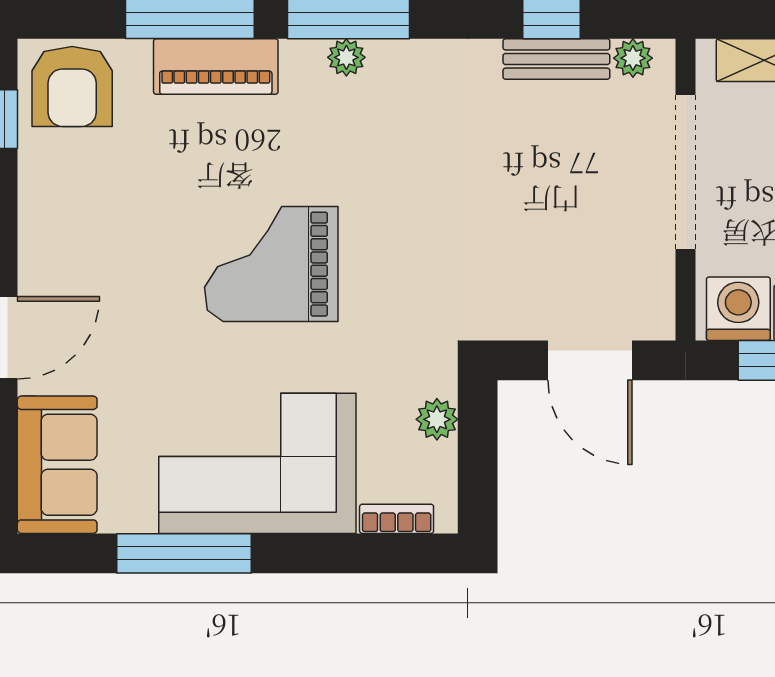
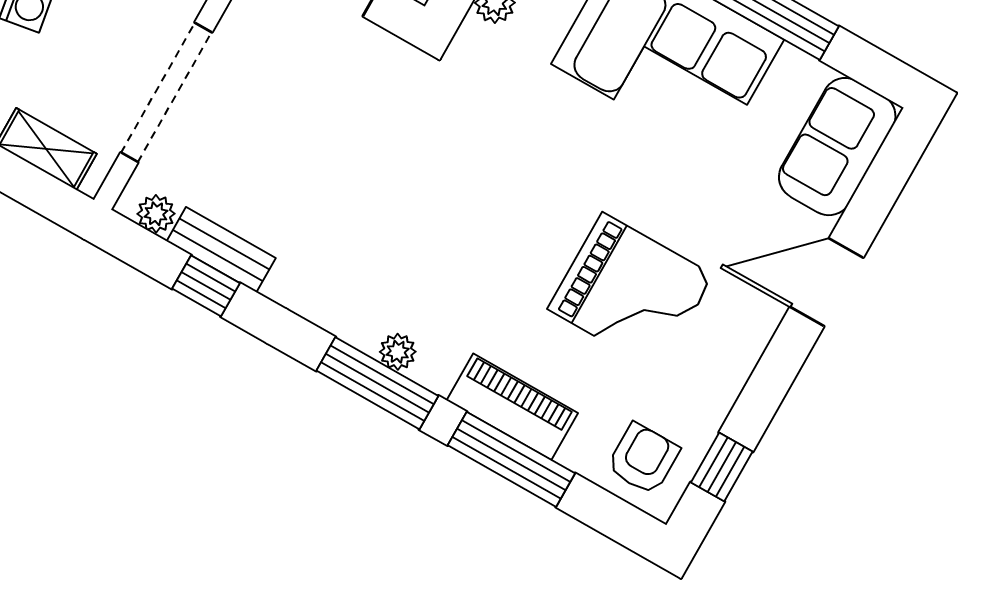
armchair: (72, 87) -> (643, 459), width x0.72, depth x0.72
grand piano: (271, 264) -> (631, 292), moved

